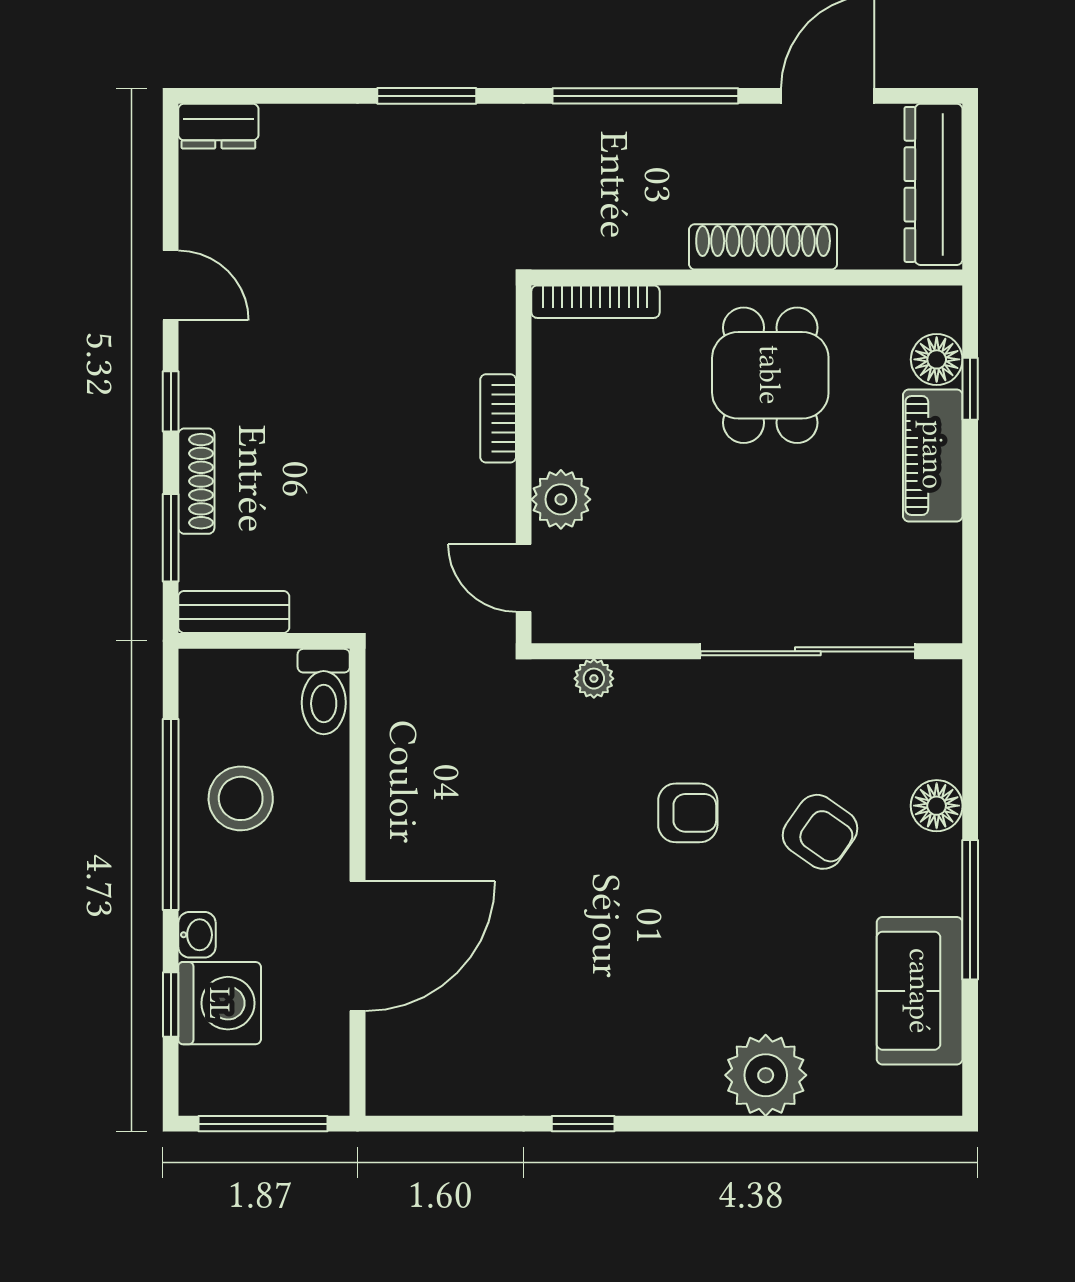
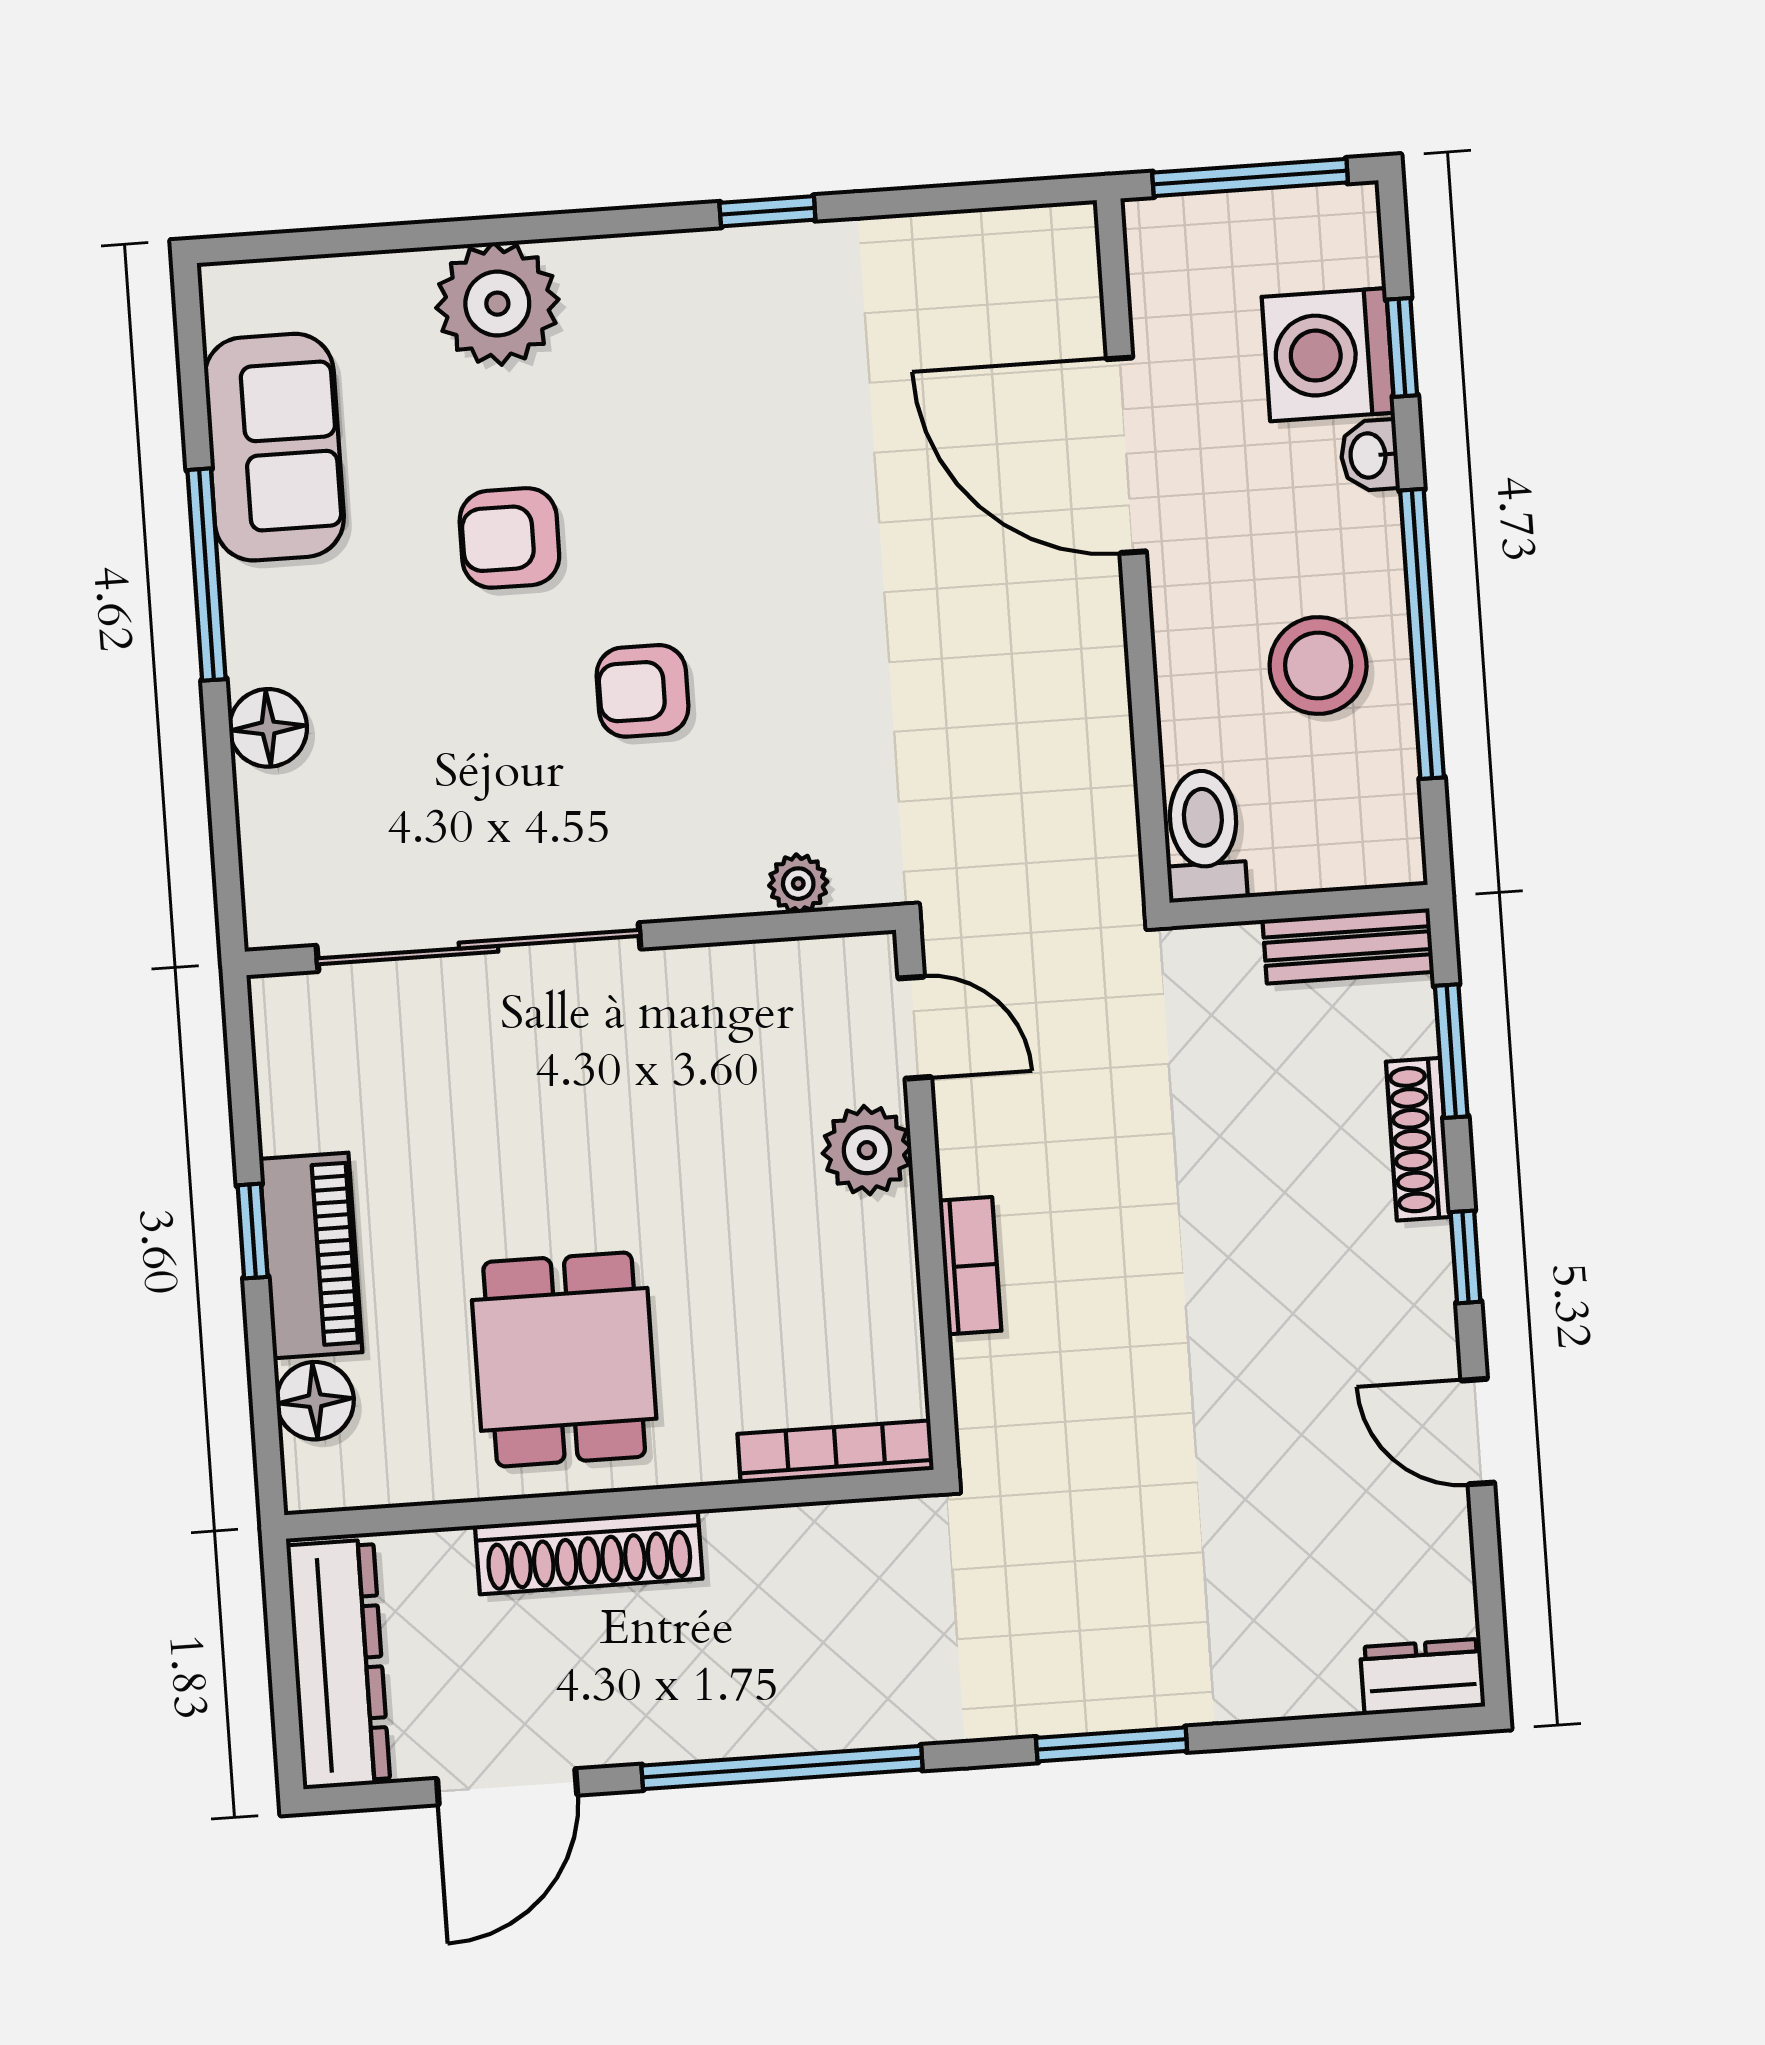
window: (970, 389) -> (253, 1231), moved
armchair: (820, 832) -> (509, 538), moved, turned -35
door: (358, 946) -> (1126, 455), hinge flipped

